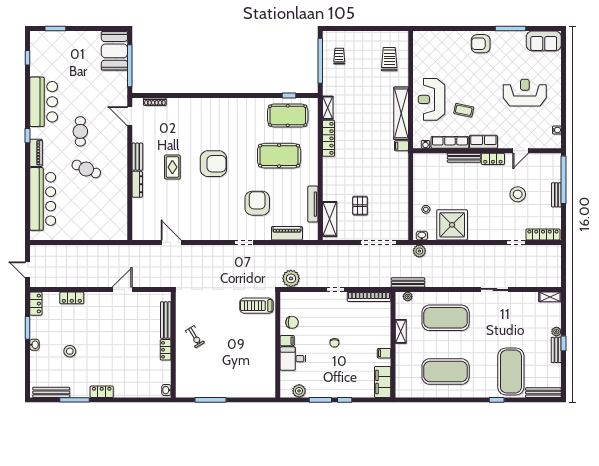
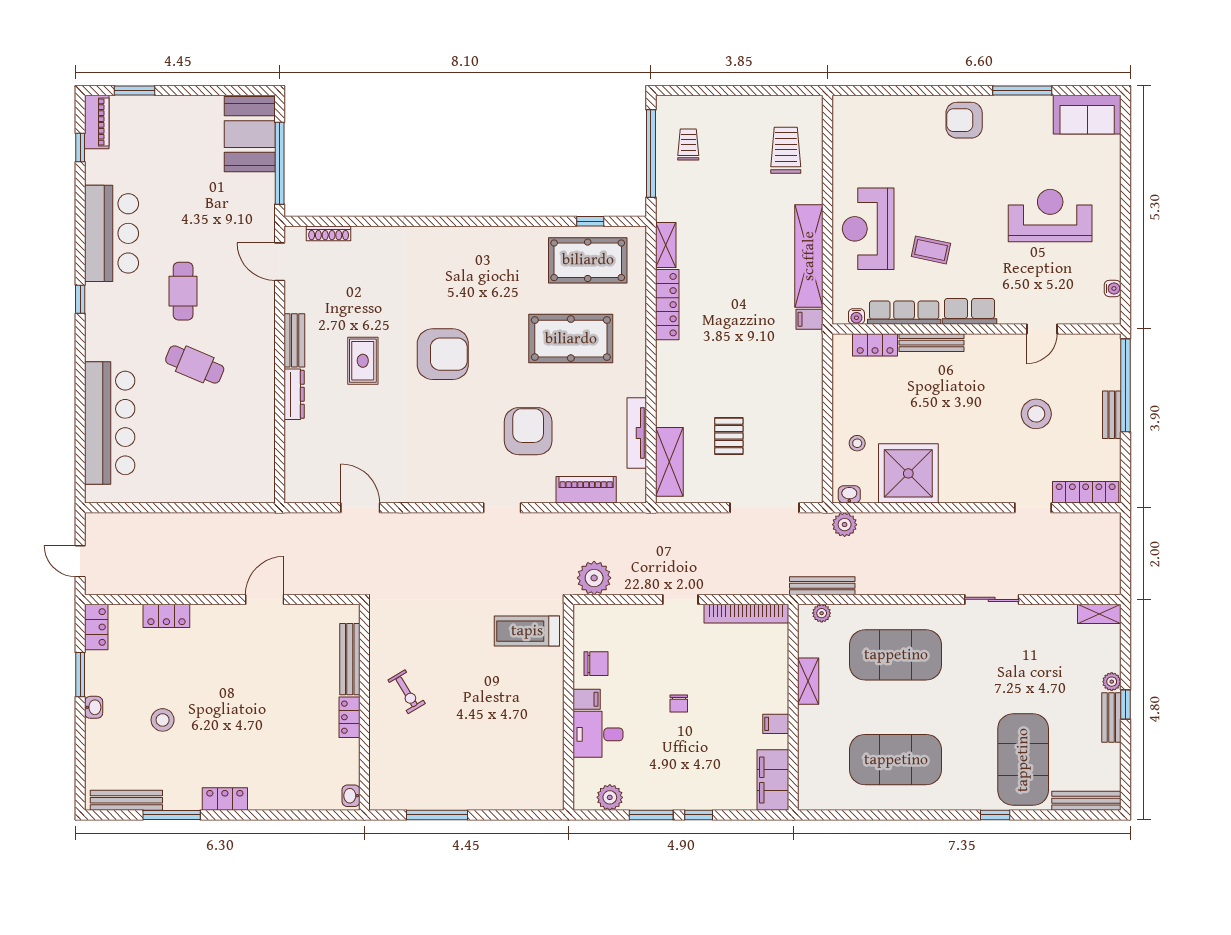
piano: (36, 153) -> (97, 122), moved
locker: (493, 159) -> (875, 345), moved

